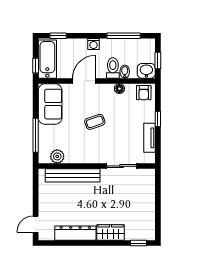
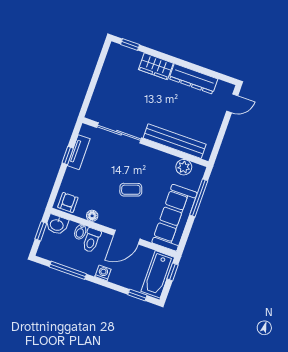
sofa: (50, 104) -> (174, 218), width x1.36
window: (158, 119) -> (68, 156), moved
sliding door: (122, 166) -> (119, 133), width x1.37

